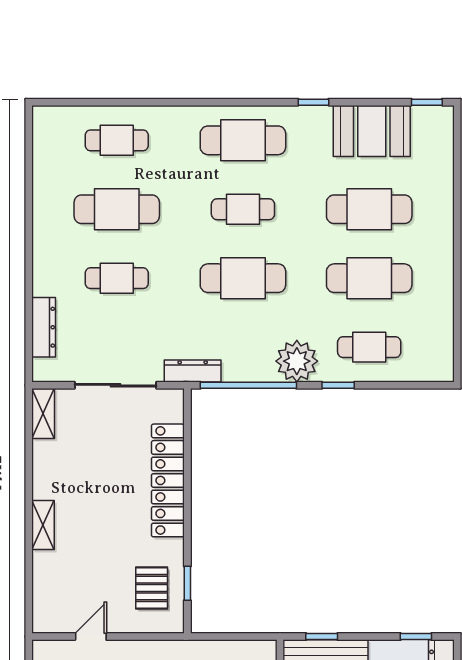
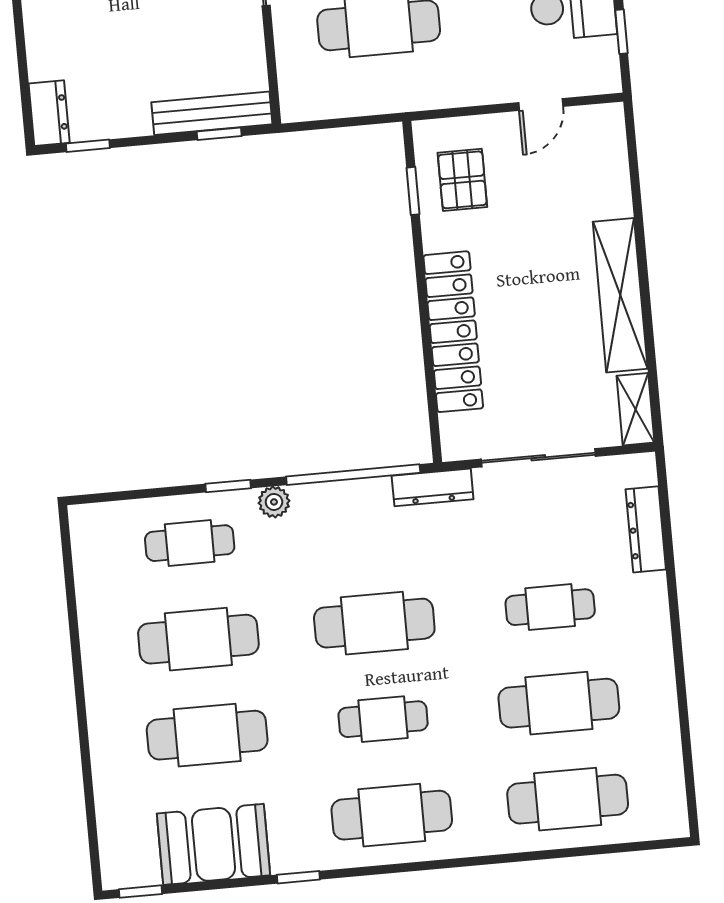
cafe table: (117, 140) -> (568, 799), width x1.37, depth x1.35
plant: (297, 361) -> (274, 502), width x0.53, depth x0.53
shelving: (43, 525) -> (620, 295), width x2.20, depth x1.33

